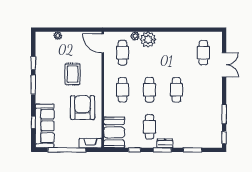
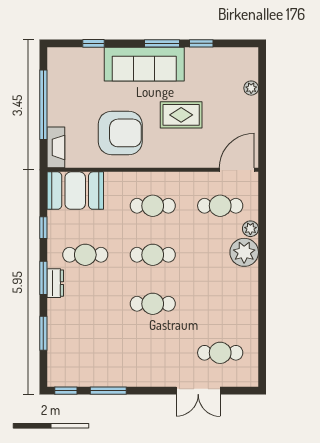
sofa: (45, 126) -> (144, 64), moved

